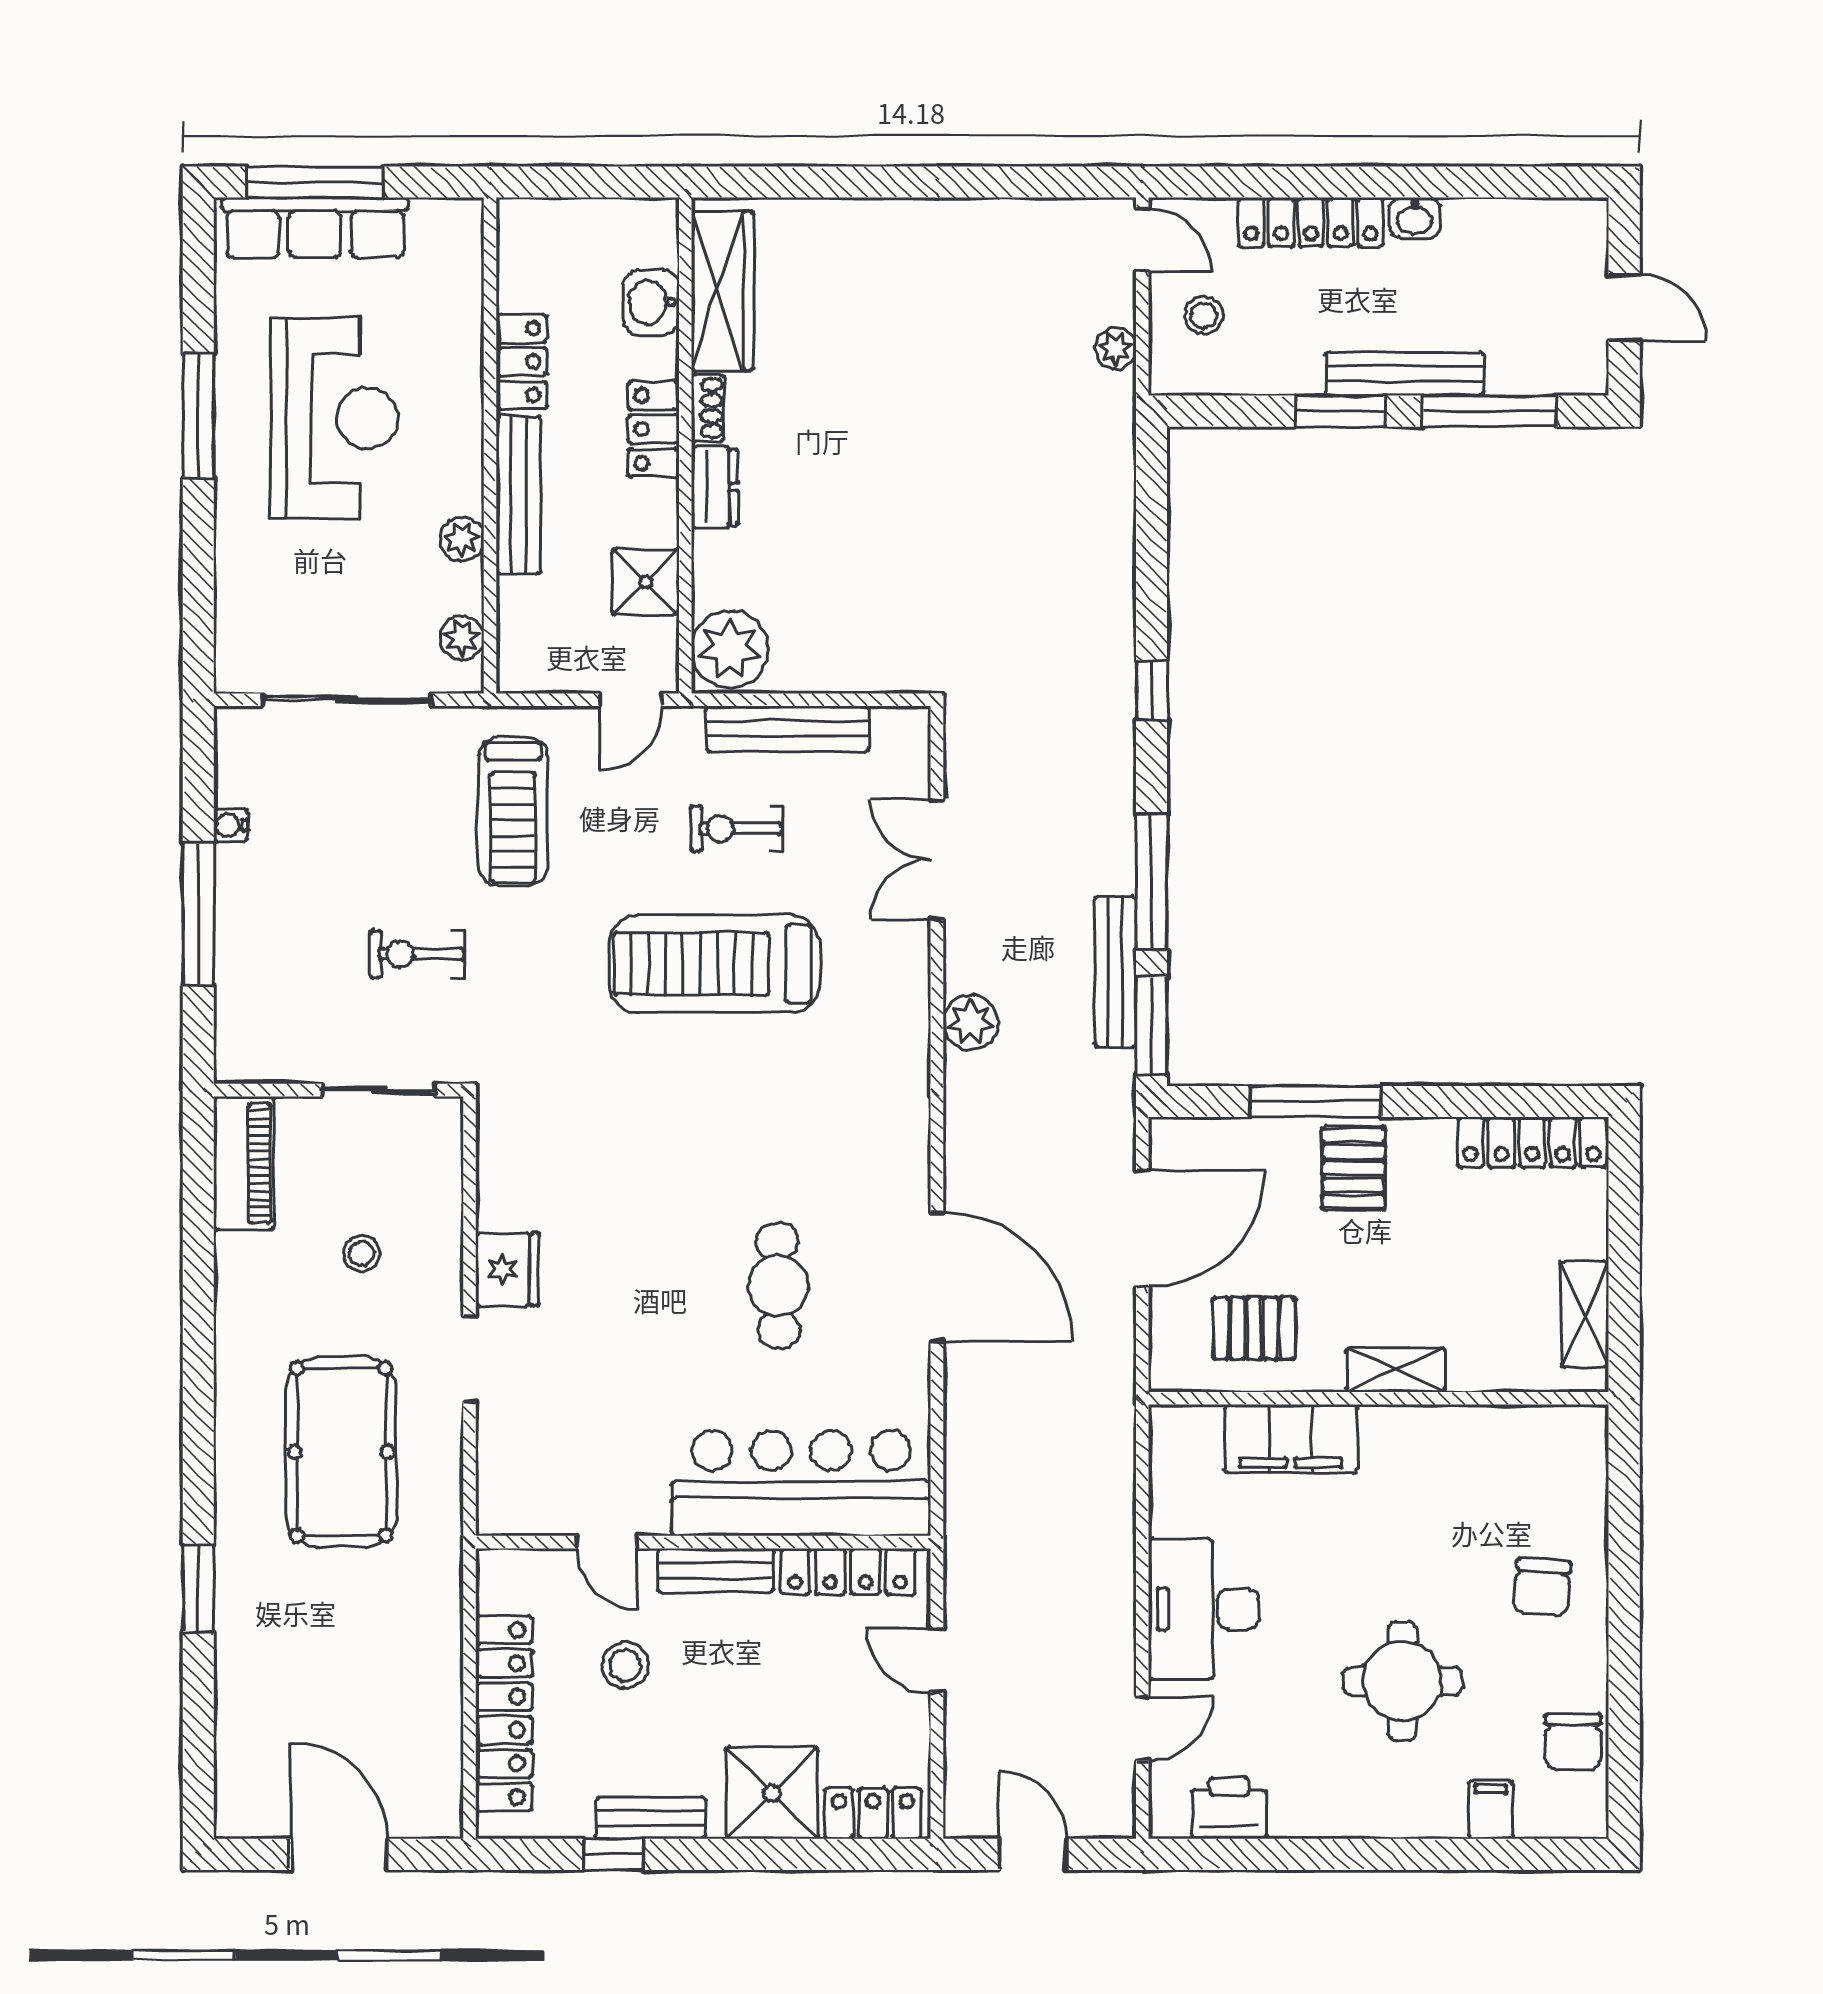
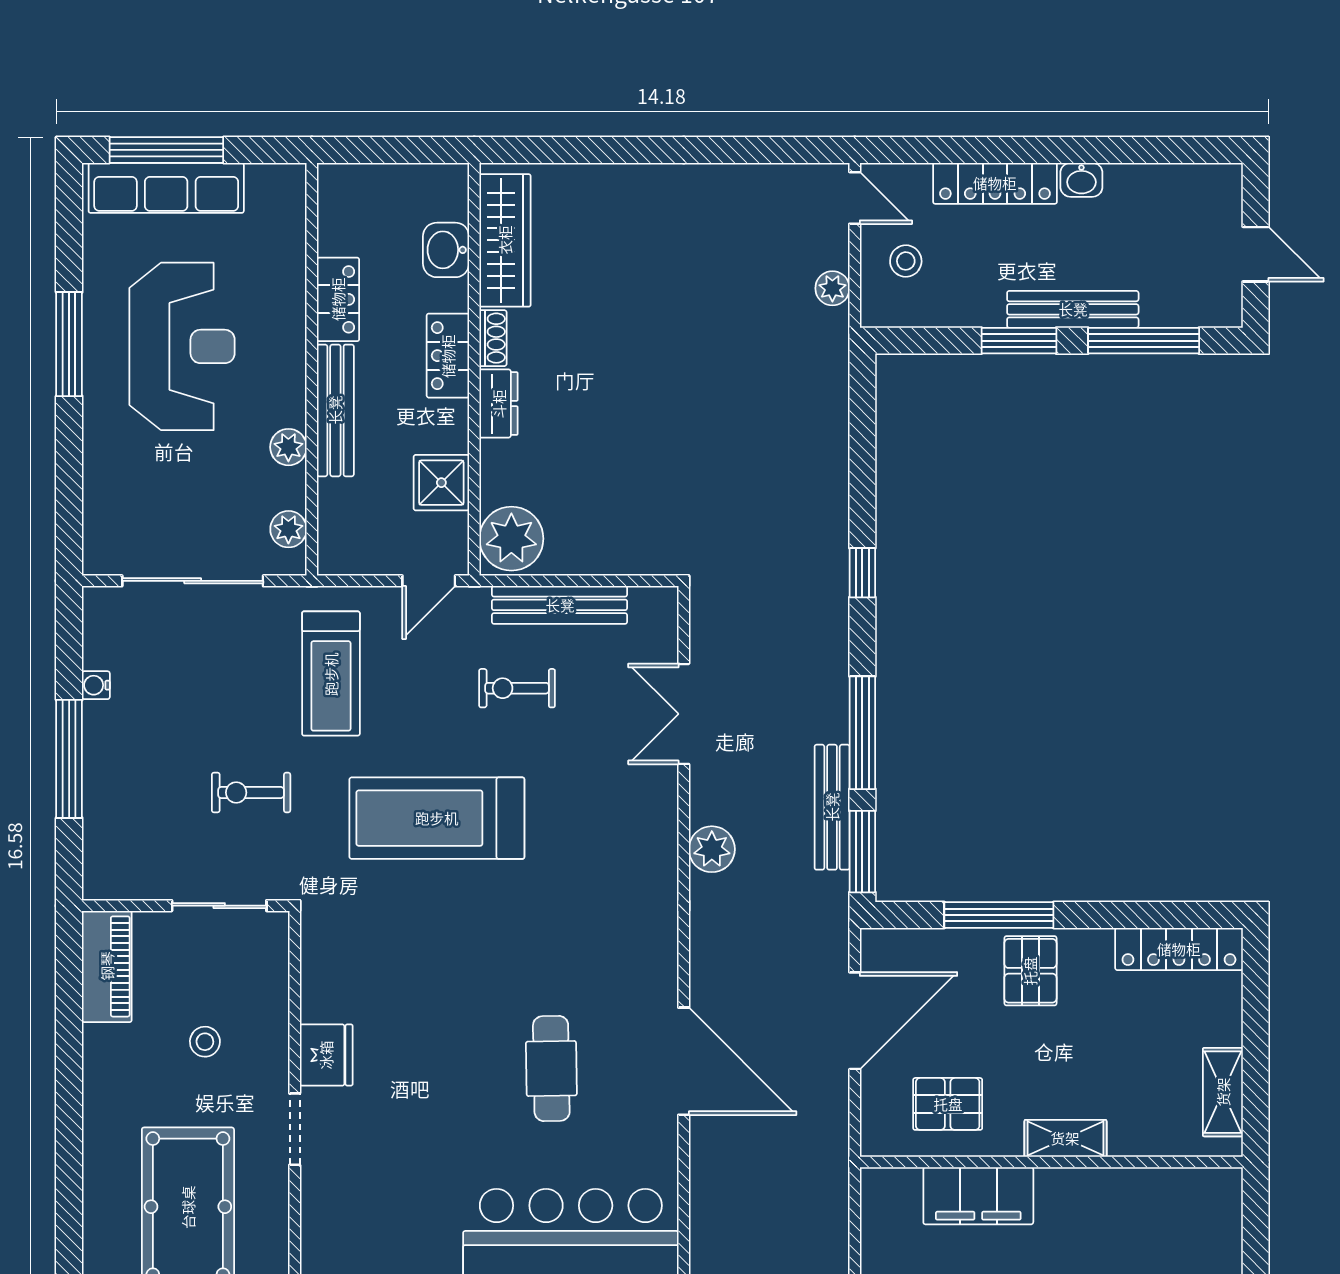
treadmill: (714, 964) -> (437, 818), moved

